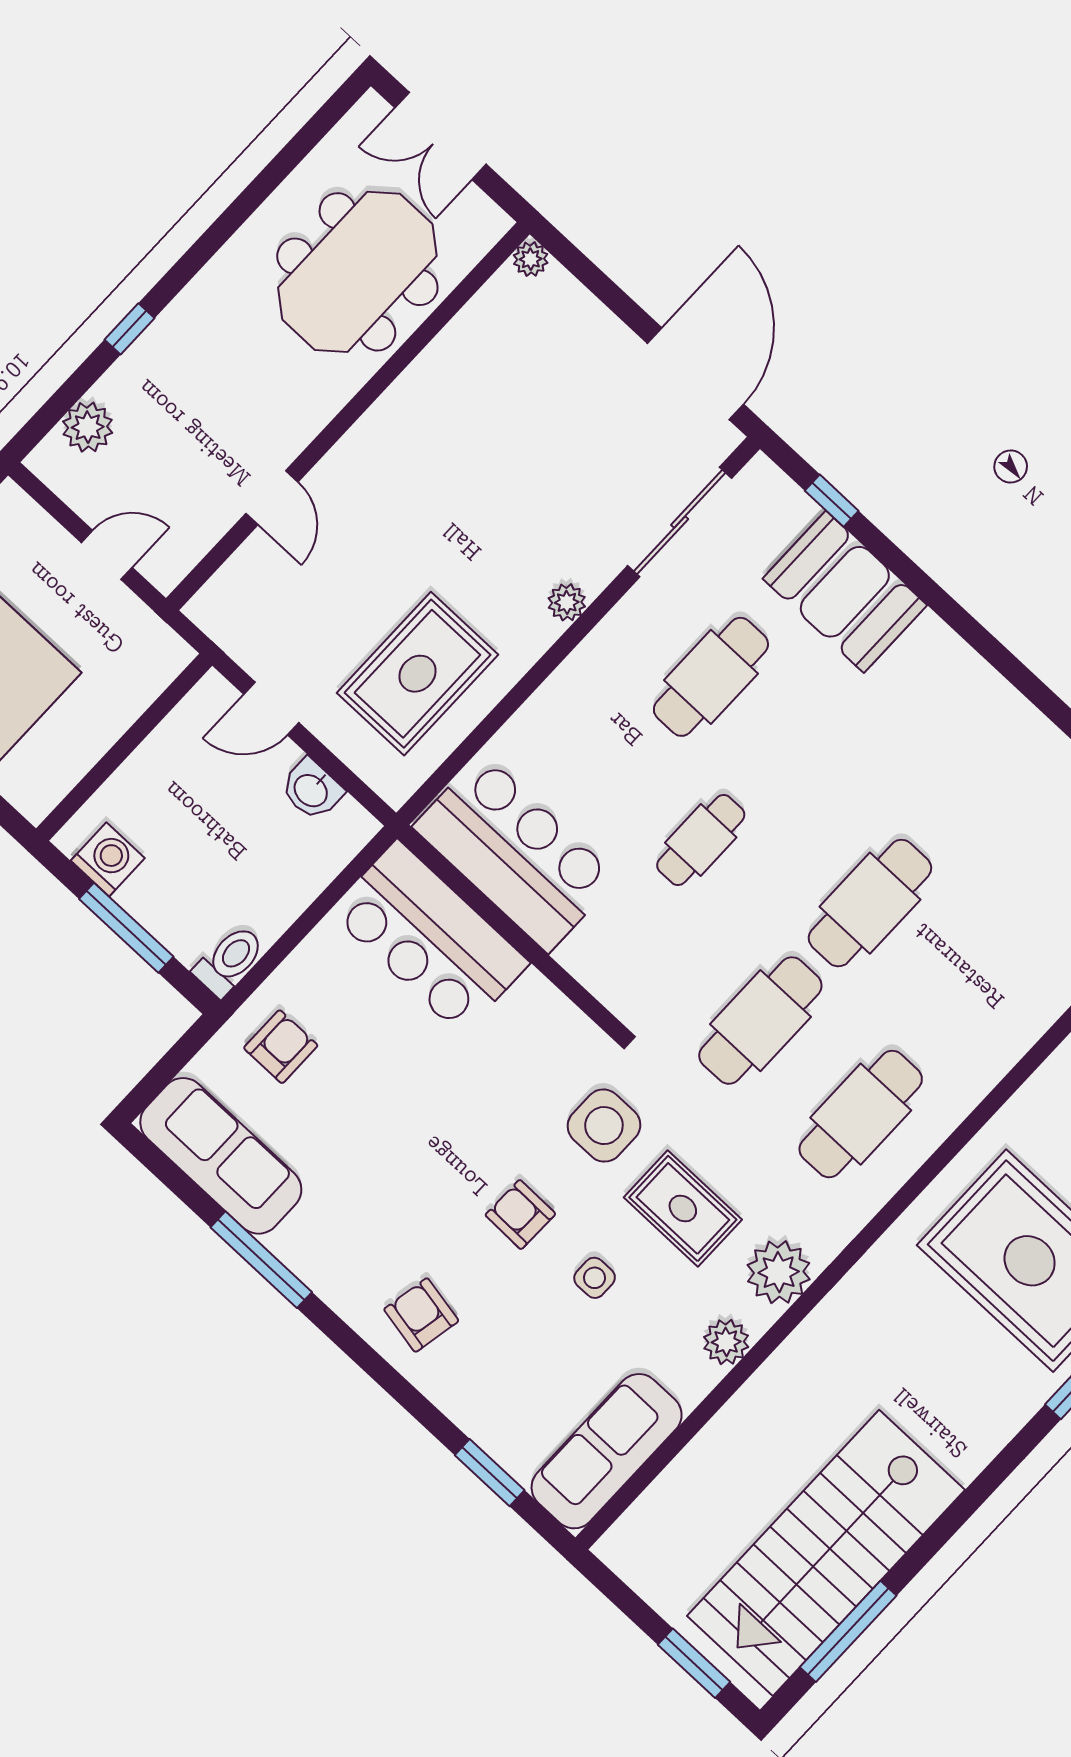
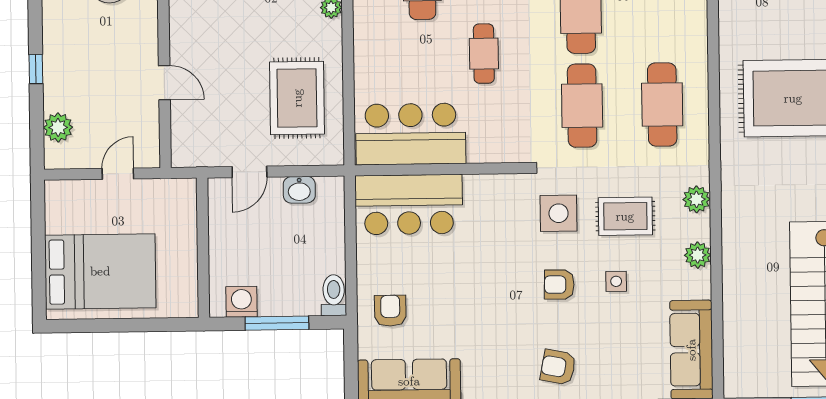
plant: (779, 1272) -> (696, 199), width x0.73, depth x0.73

